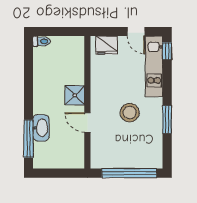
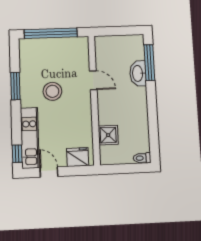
shower: (75, 95) -> (108, 135), moved

